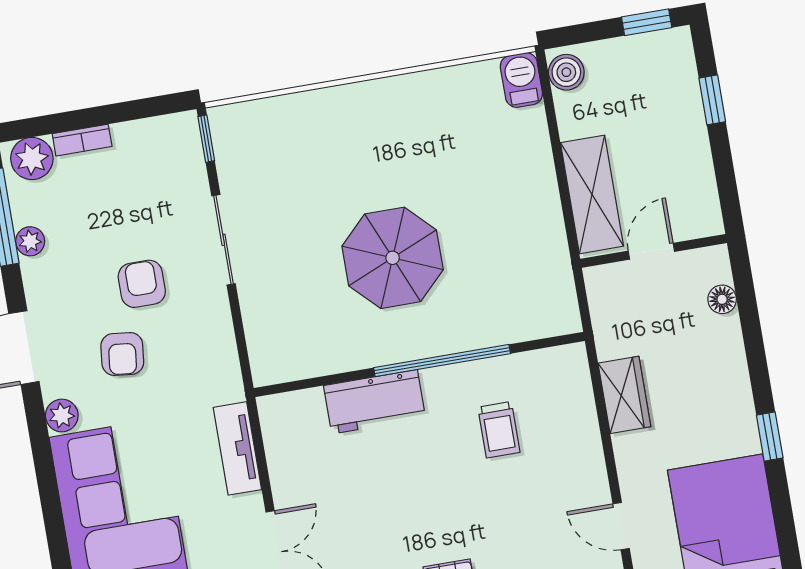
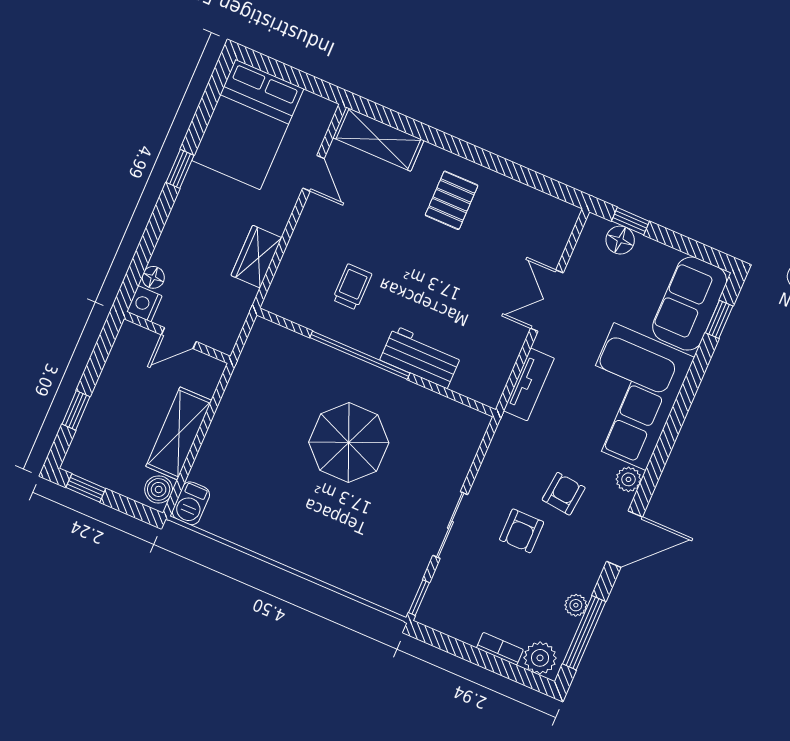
shelving: (592, 194) -> (179, 433), moved
nightstand: (713, 264) -> (144, 304), added

